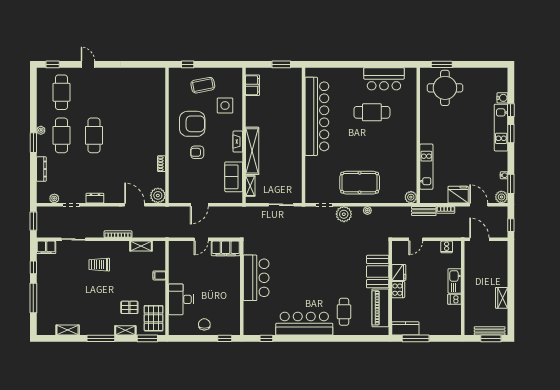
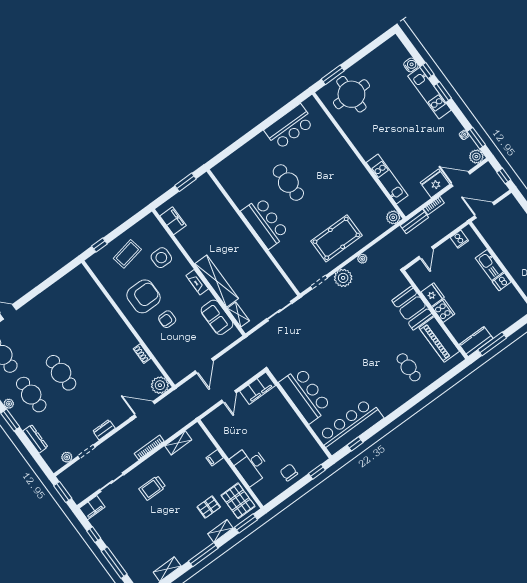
cafe table: (372, 112) -> (288, 183), moved, turned 90
bar counter: (317, 116) -> (265, 223), width x0.54
bar counter: (304, 324) -> (350, 427), moved

